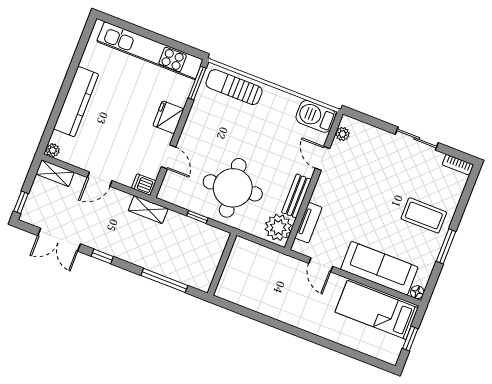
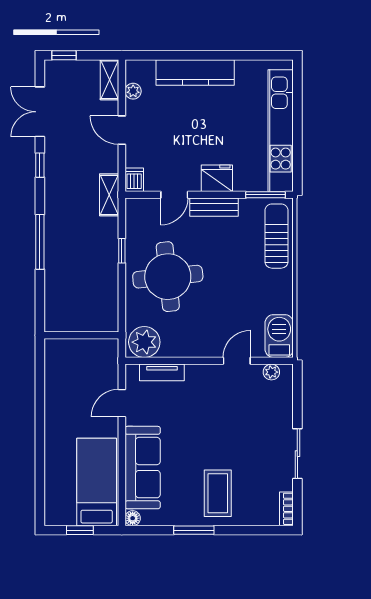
plant: (53, 150) -> (133, 91), moved
bench: (296, 196) -> (214, 207), moved
wall: (222, 264) -> (81, 335), moved

